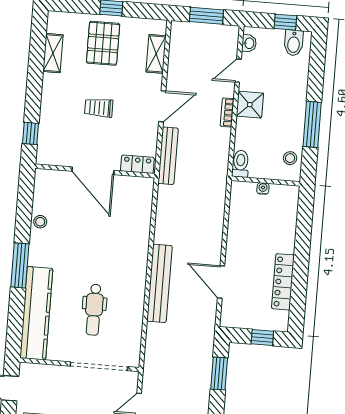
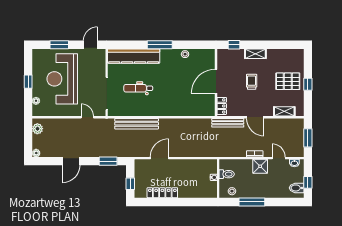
shelving: (53, 53) -> (255, 54), moved
toilet: (241, 164) -> (227, 174), moved
bench: (159, 283) -> (137, 124), moved

